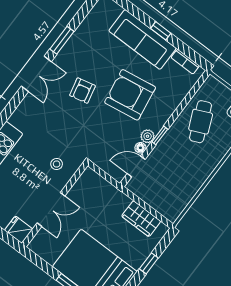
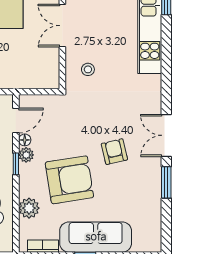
plant: (174, 97) -> (29, 208), added

